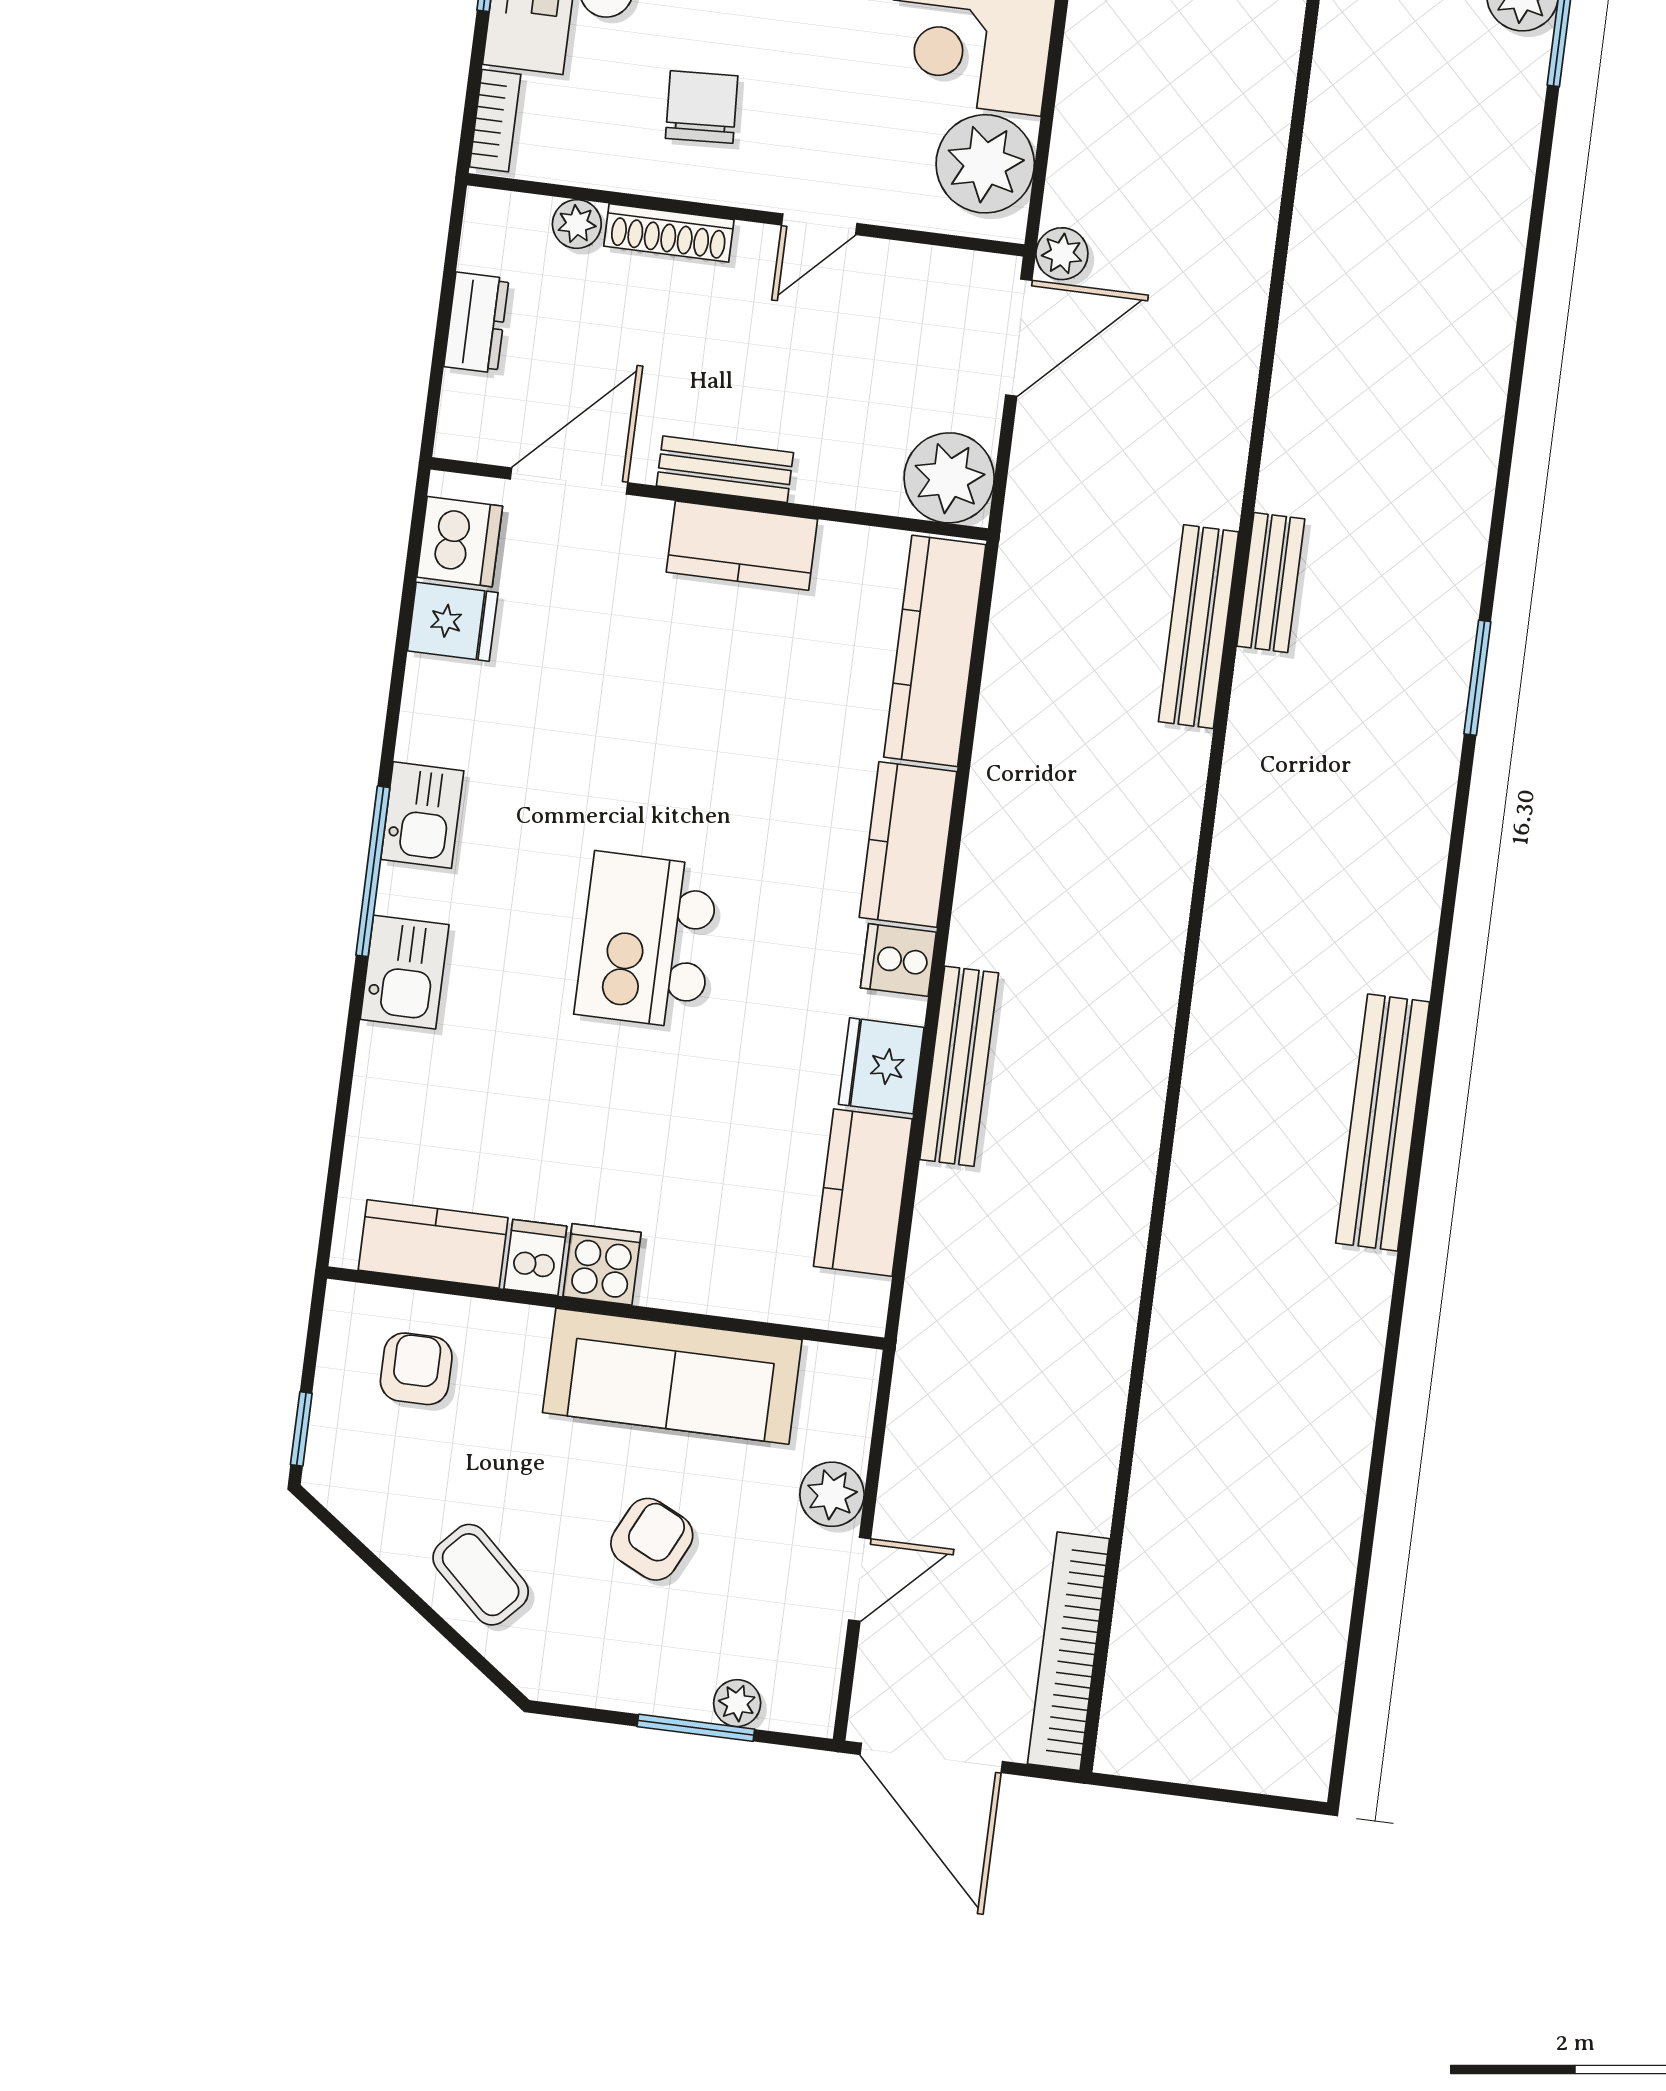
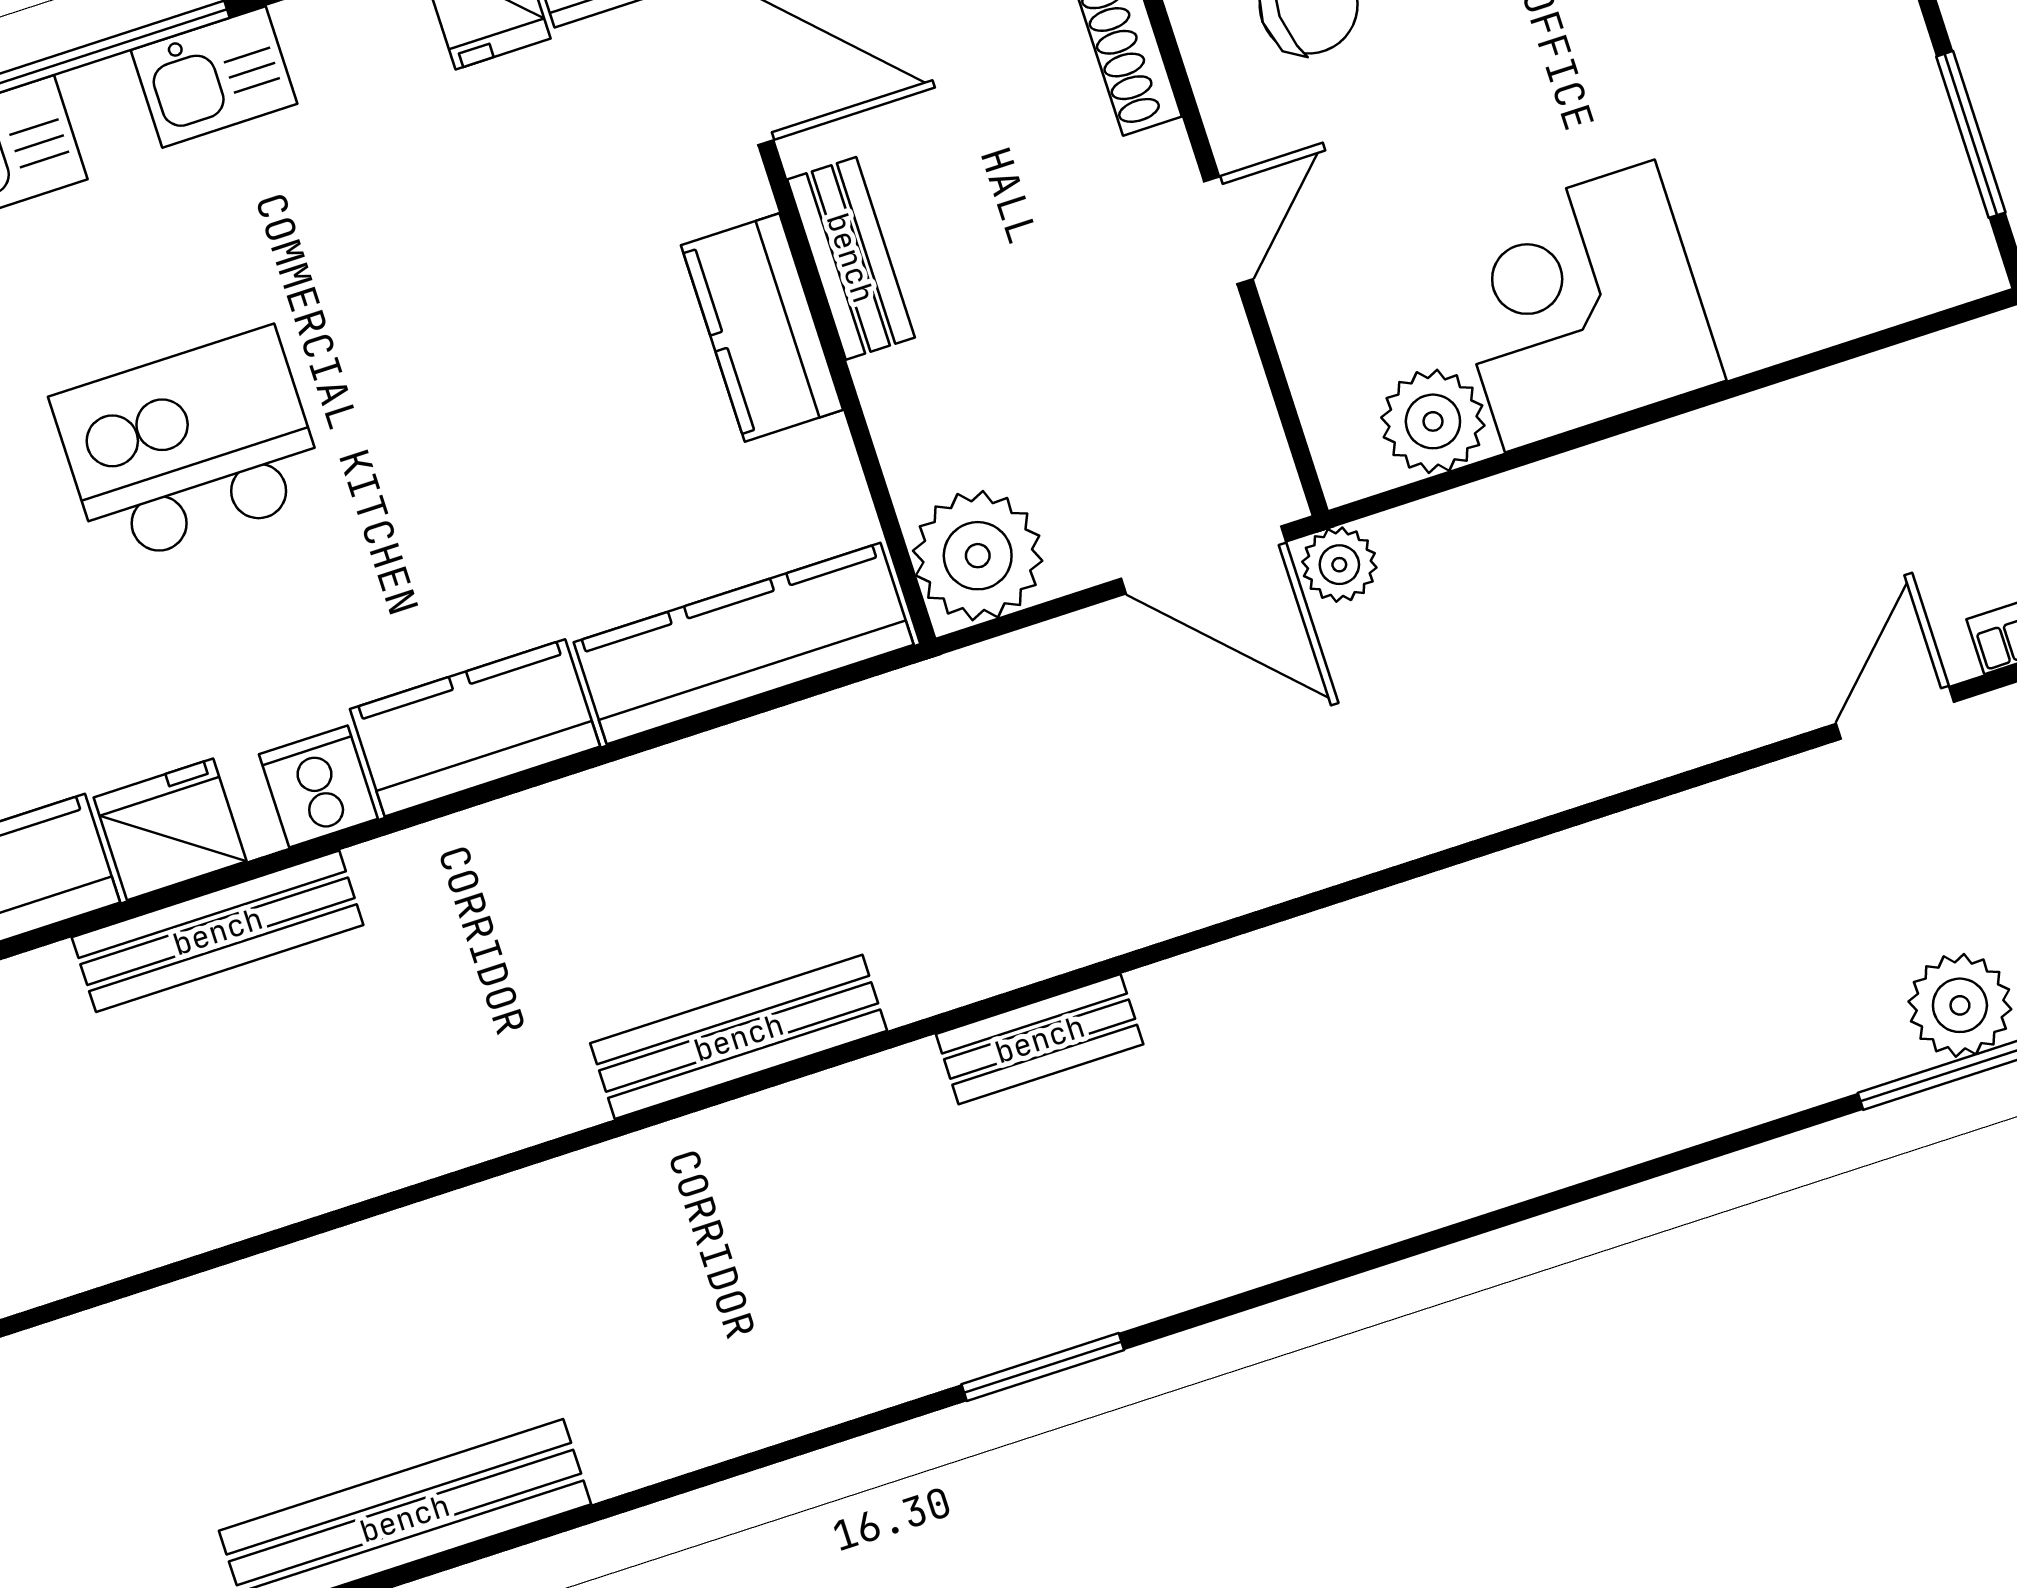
plant: (985, 164) -> (1433, 421), width x0.73, depth x0.73
door: (819, 224) -> (1228, 230), swing flipped
bench: (1199, 627) -> (739, 1037), moved

